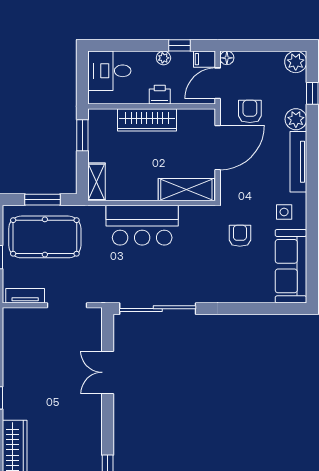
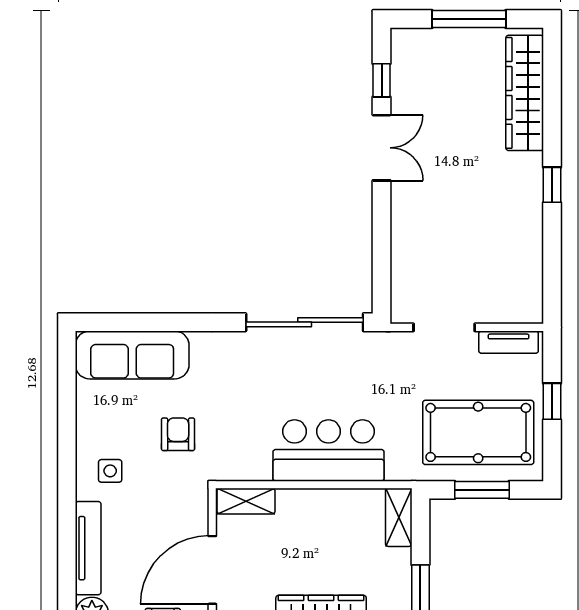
shelving: (186, 190) -> (246, 501), width x0.67, depth x0.75
armchair: (240, 236) -> (178, 434), turned 180
sofa: (291, 266) -> (132, 355), moved, turned 90
double door: (108, 372) -> (382, 148), moved

